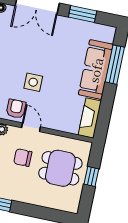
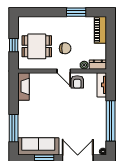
sofa: (96, 70) -> (38, 146), moved, turned -90
side table: (33, 82) -> (69, 103), removed

